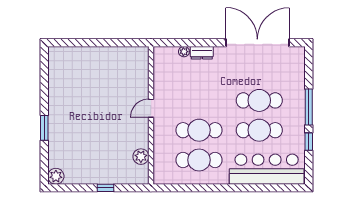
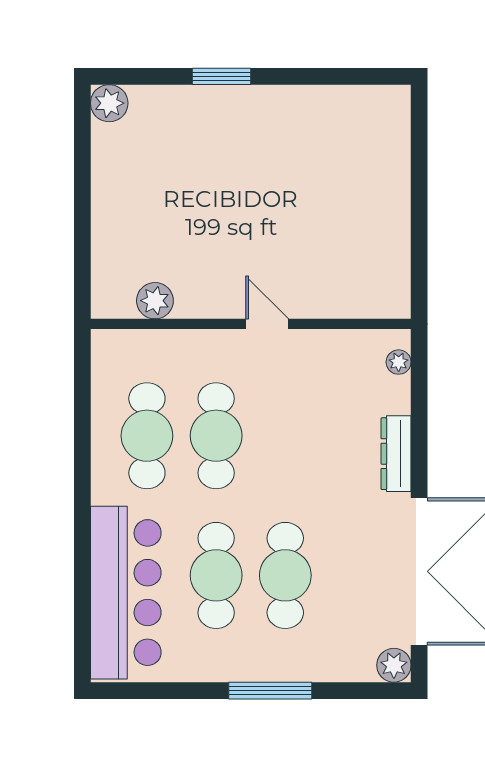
plant: (184, 52) -> (399, 362), moved
dresser: (202, 53) -> (396, 454), width x1.44
plant: (298, 54) -> (394, 665), added
window: (309, 142) -> (190, 691), removed
window: (105, 188) -> (82, 218), removed

